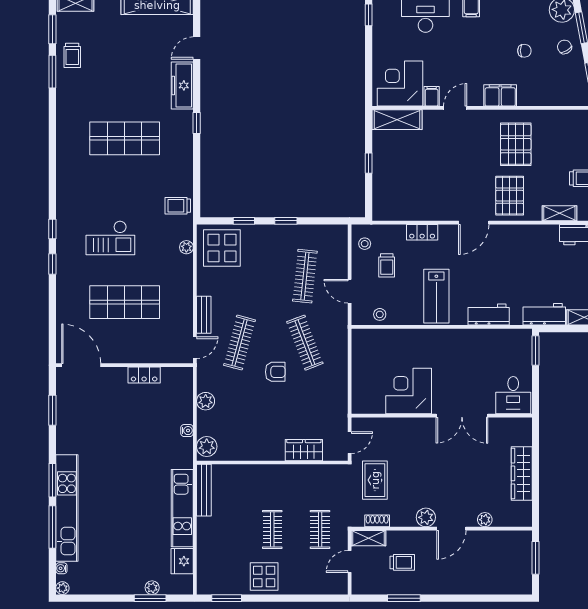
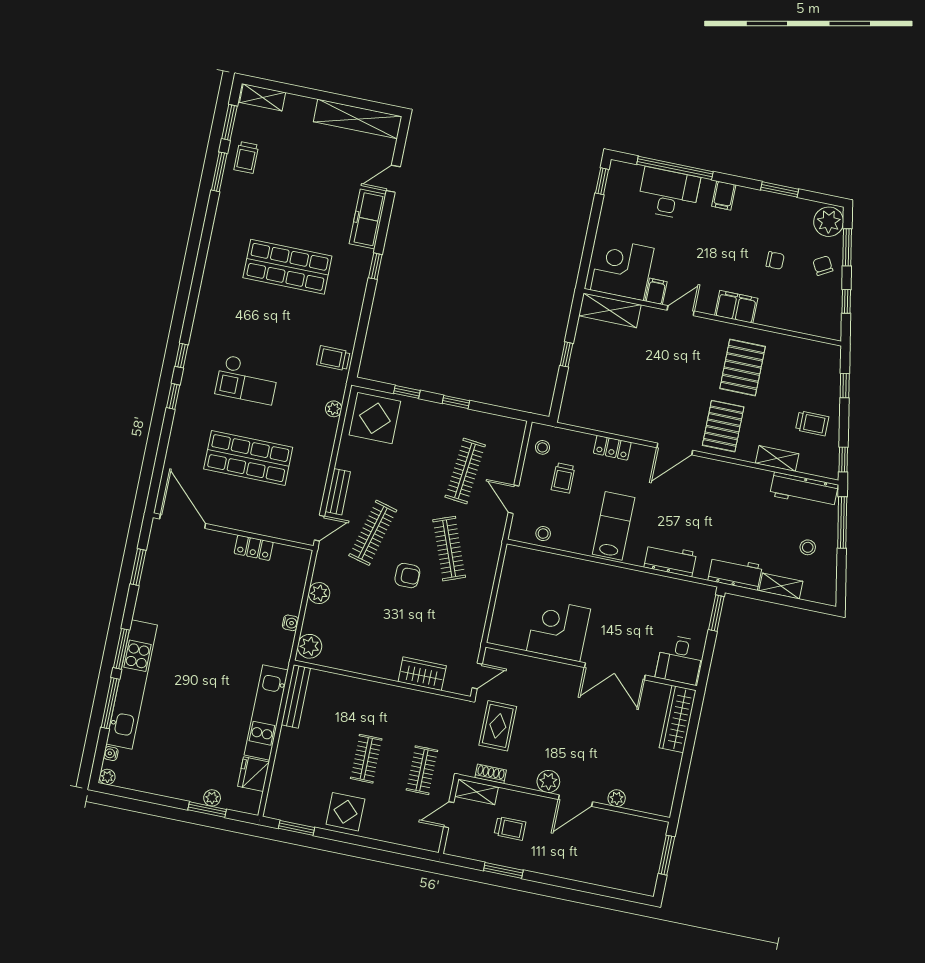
lab bench: (436, 296) -> (614, 526), turned 180
wardrobe: (522, 473) -> (678, 719), moved

